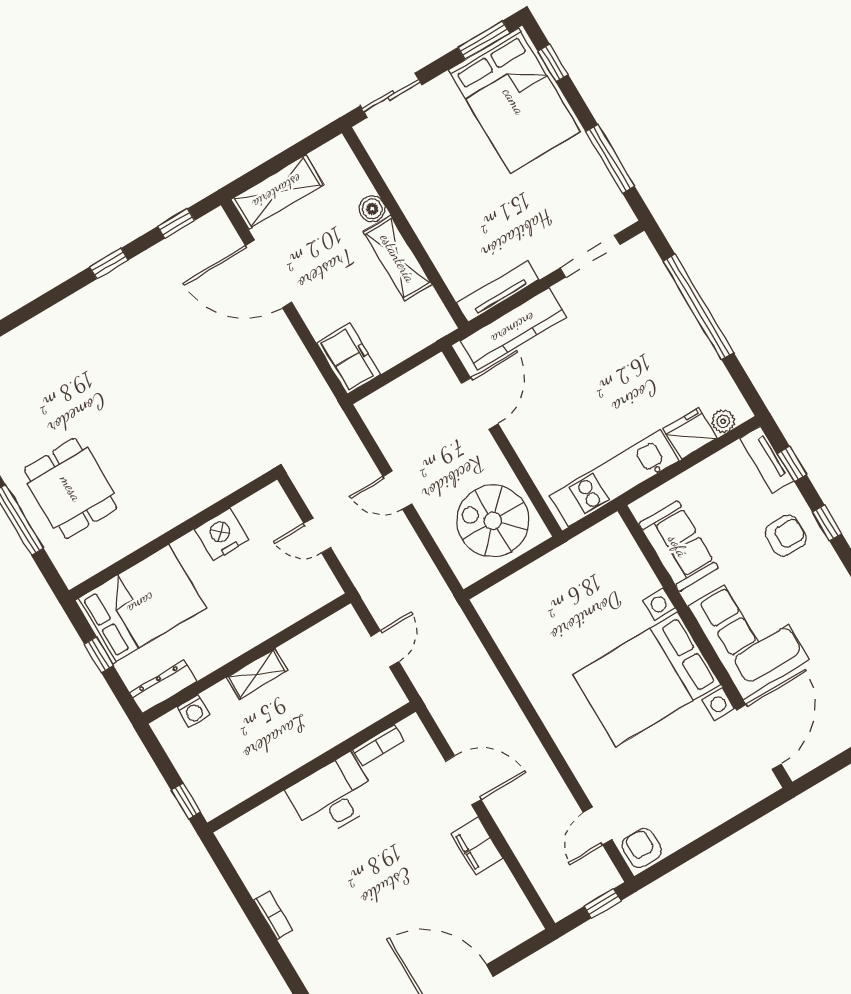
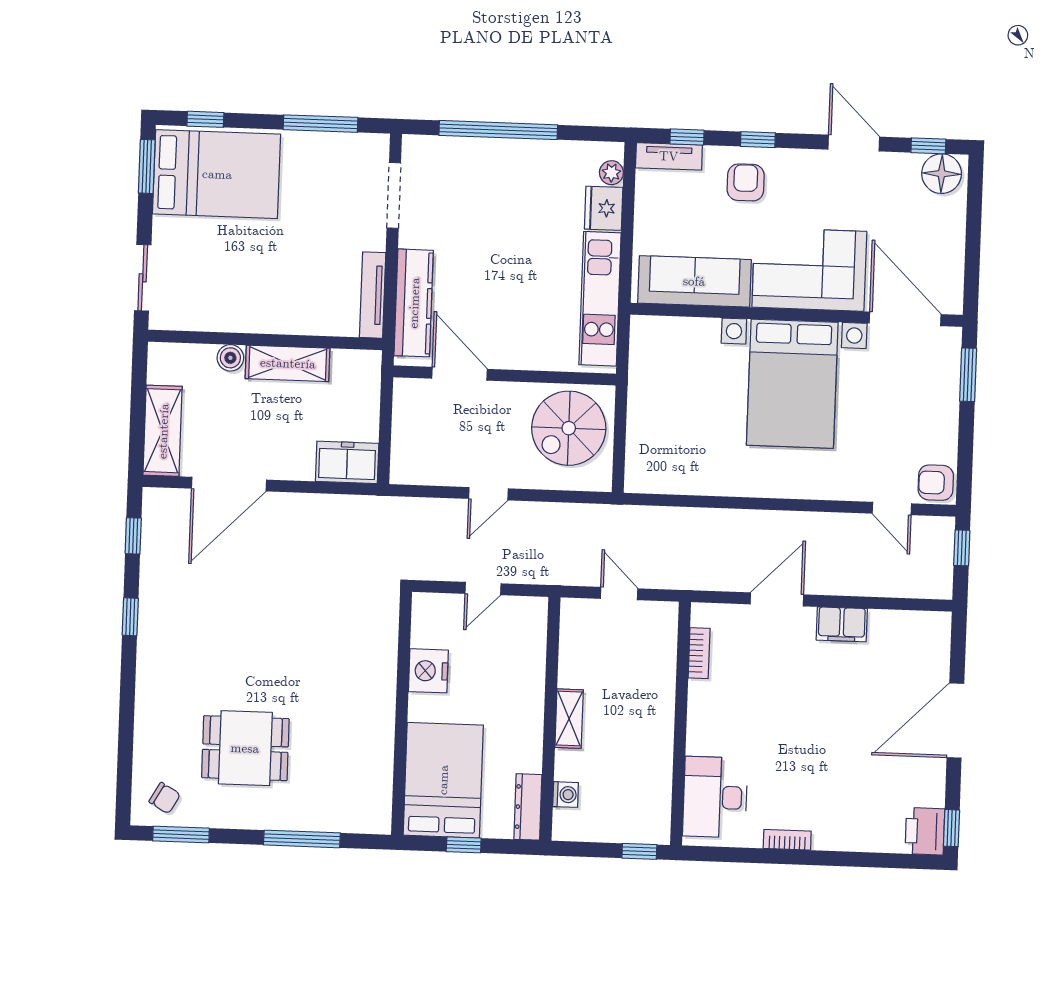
dining table: (71, 488) -> (245, 748), moved
sofa: (678, 546) -> (694, 281), width x1.36
desk: (333, 796) -> (715, 797), moved
window: (746, 818) -> (968, 375), added

